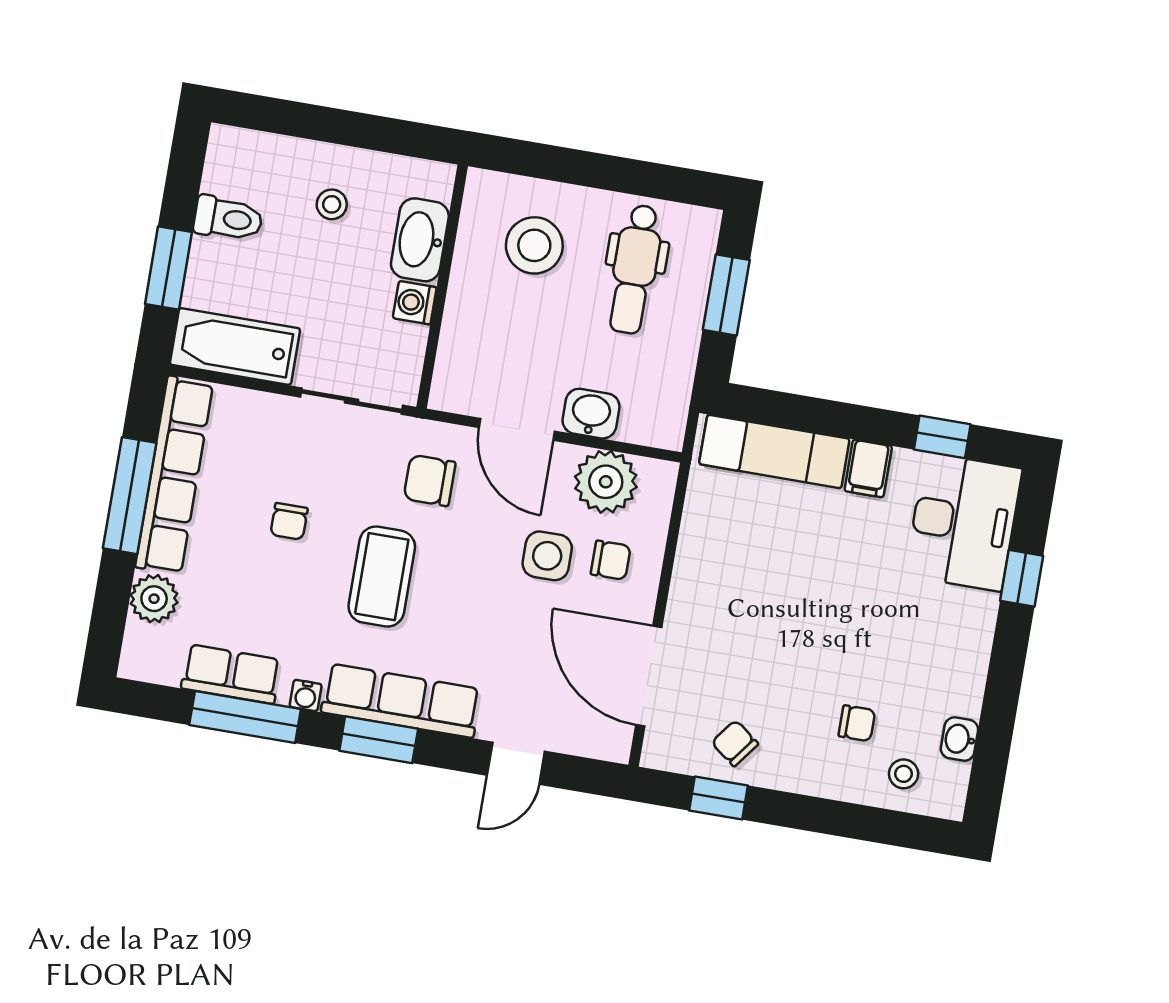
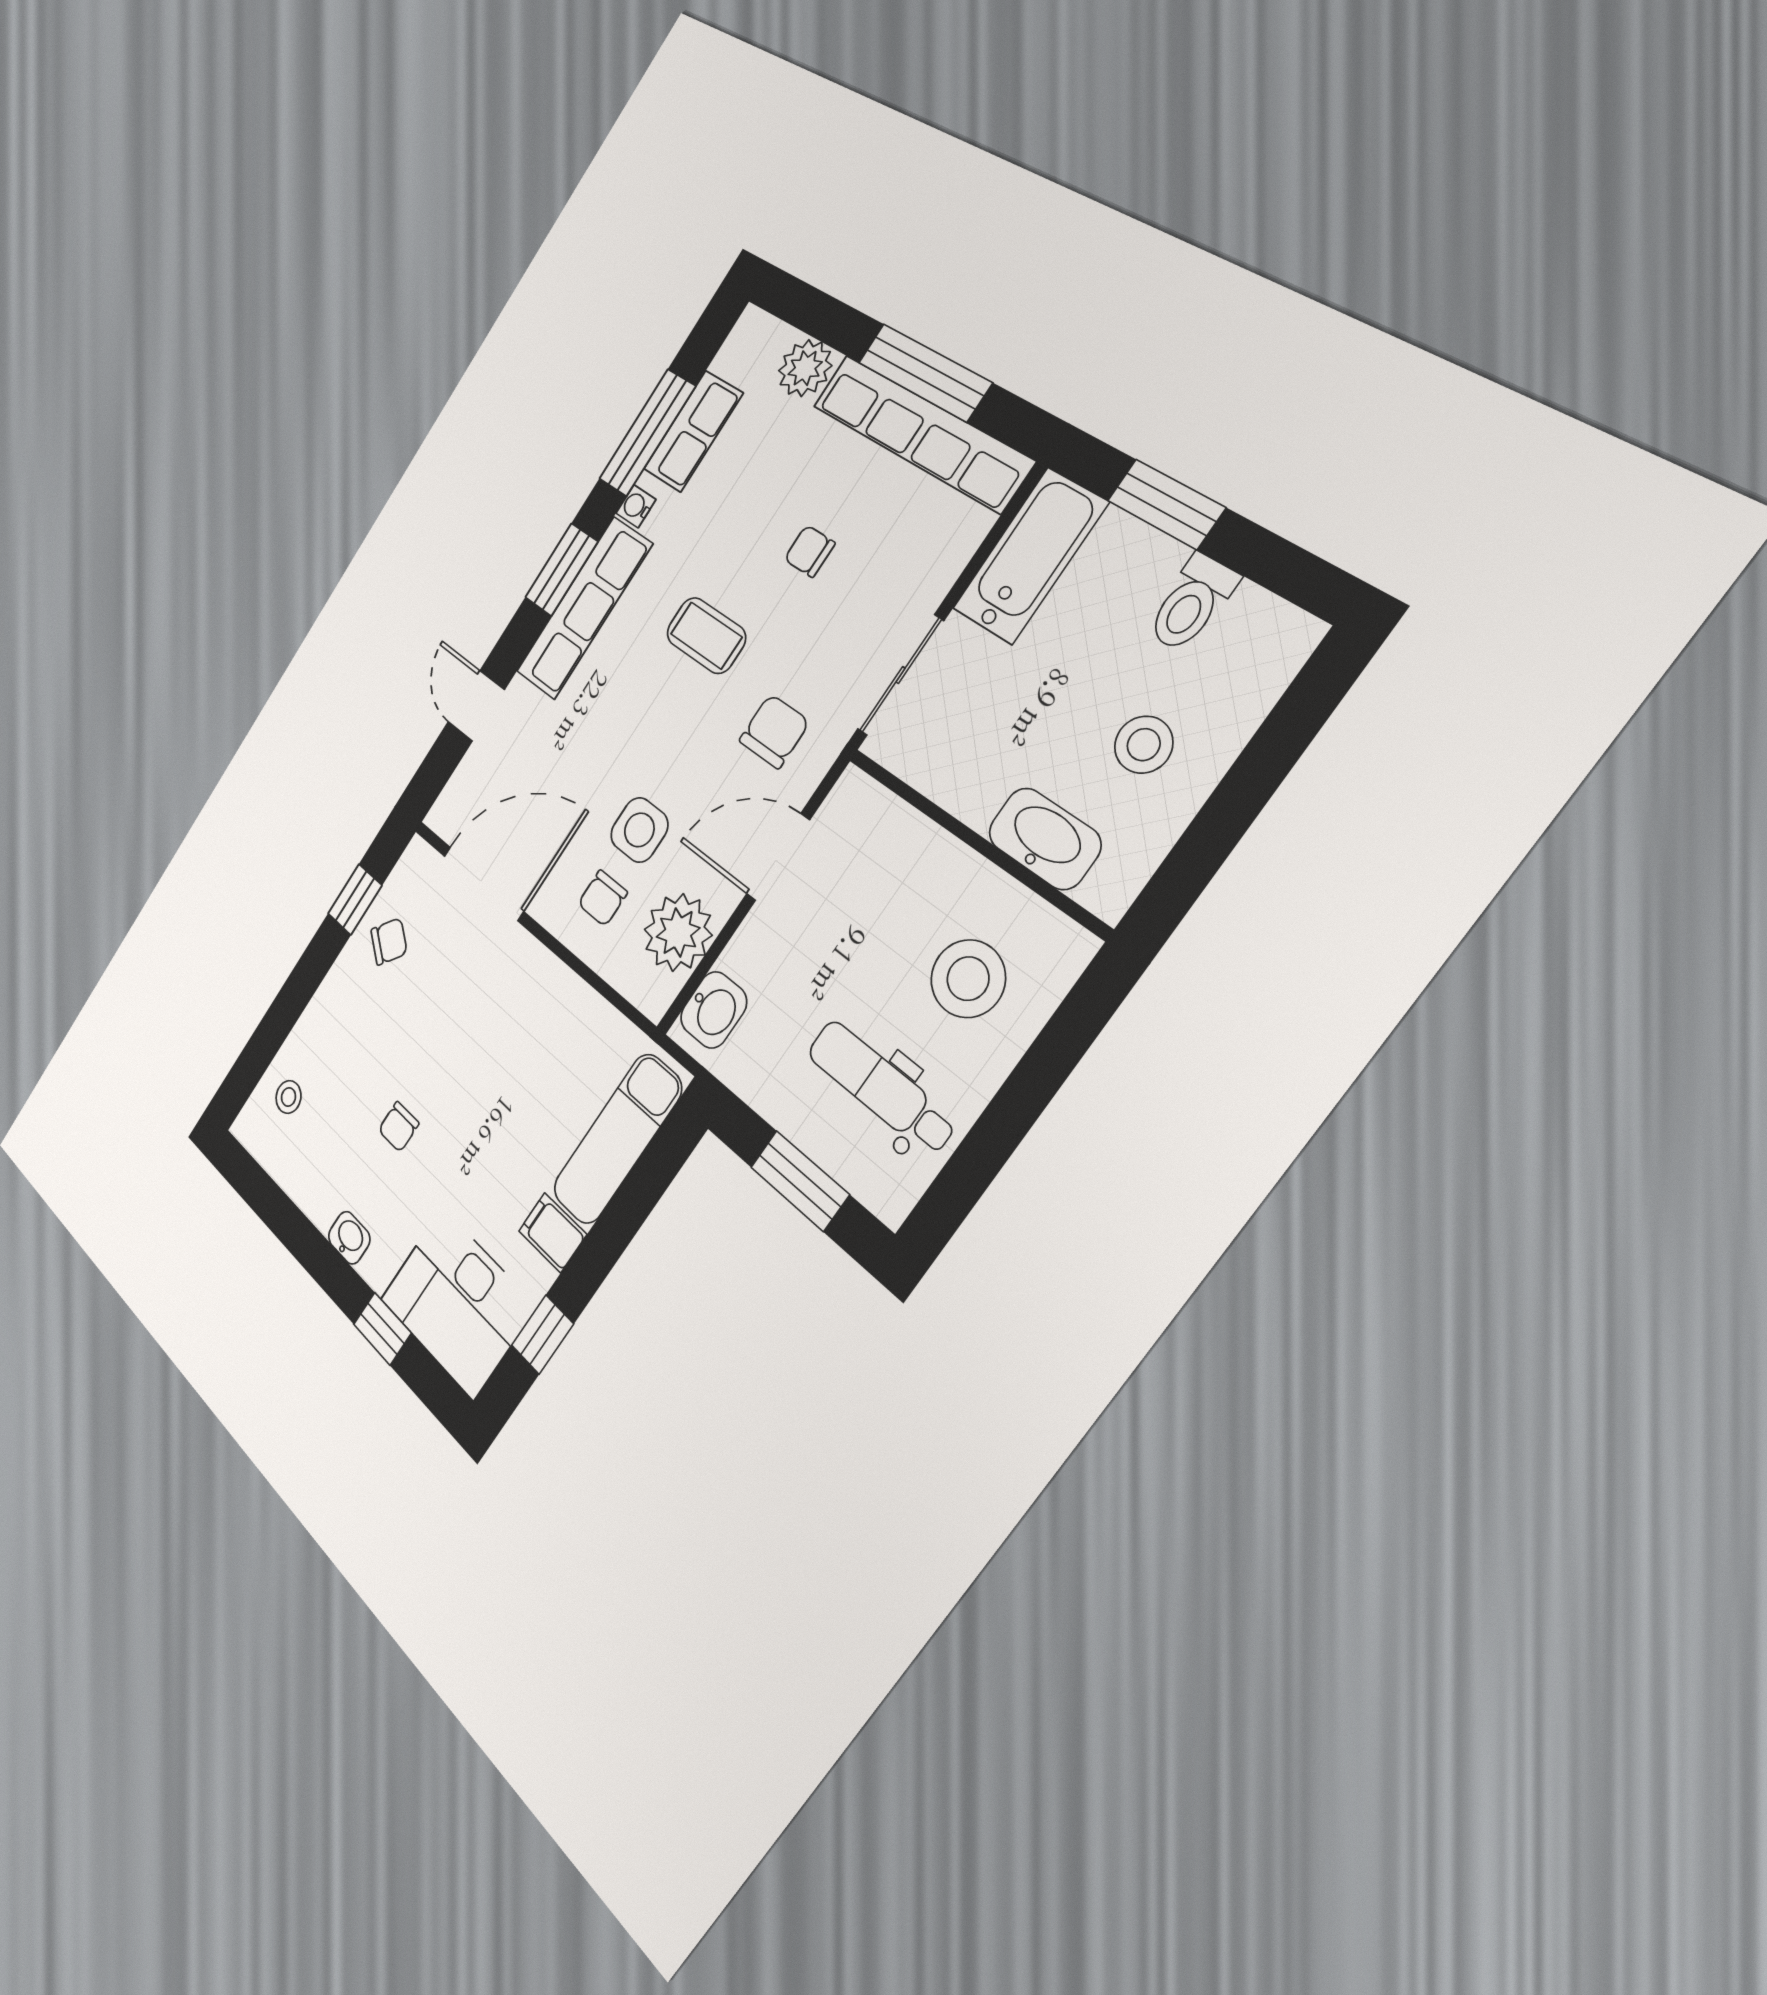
stool: (332, 204) -> (1144, 745), width x1.37, depth x1.37
washing machine: (415, 303) -> (974, 799), removed
washbasin: (591, 414) -> (714, 1010), moved
coffee table: (382, 577) -> (706, 635), width x0.73, depth x0.77
chair: (857, 723) -> (399, 1127), moved
washbasin: (959, 739) -> (349, 1238), moved

